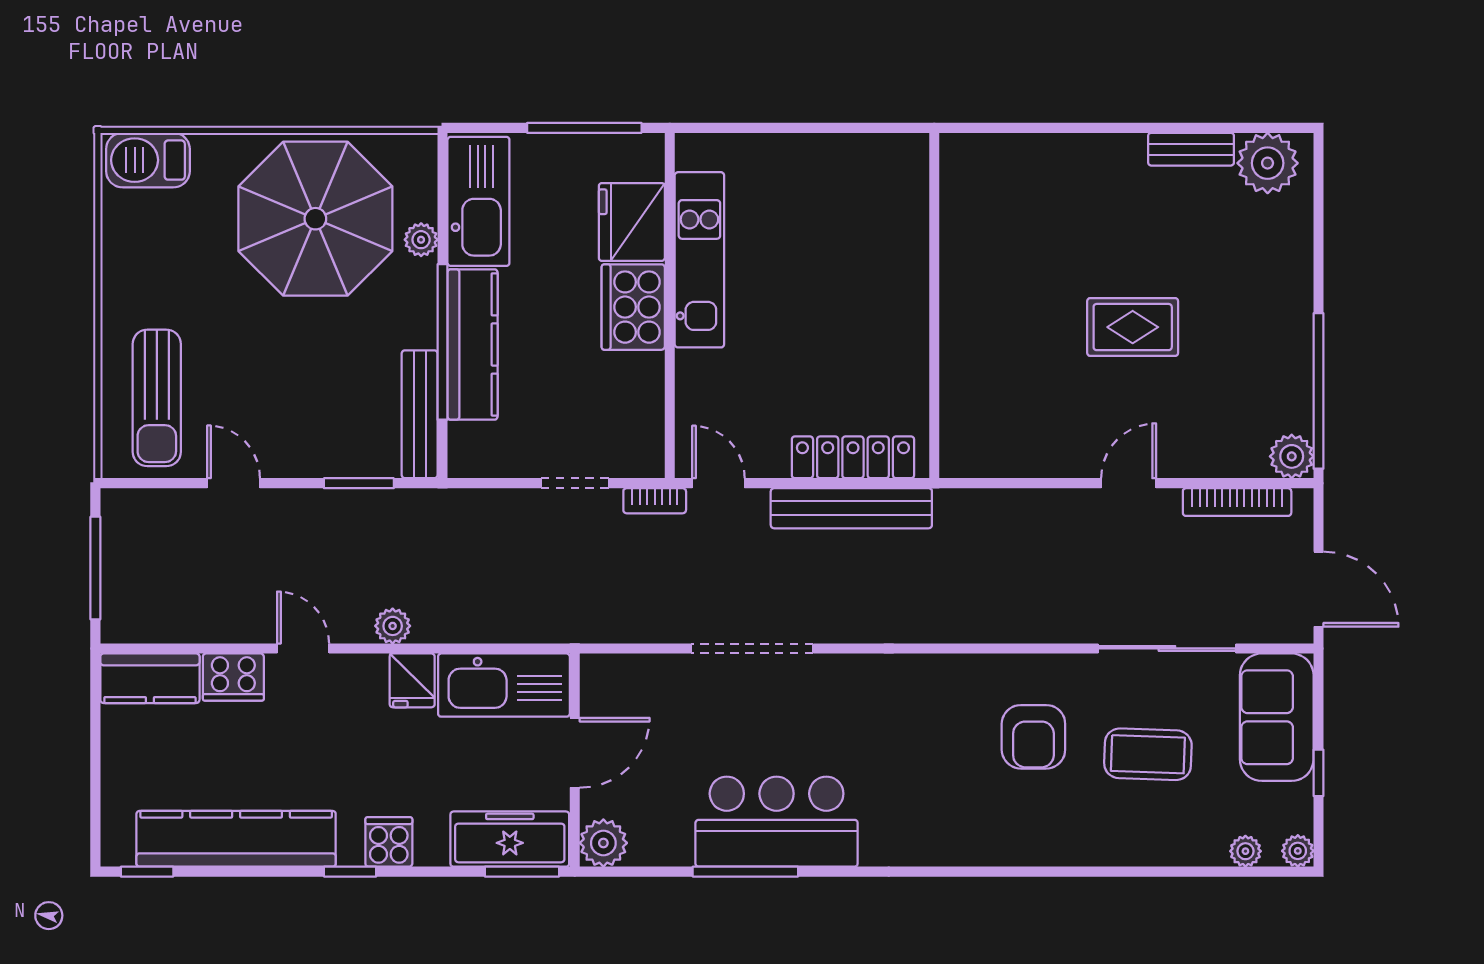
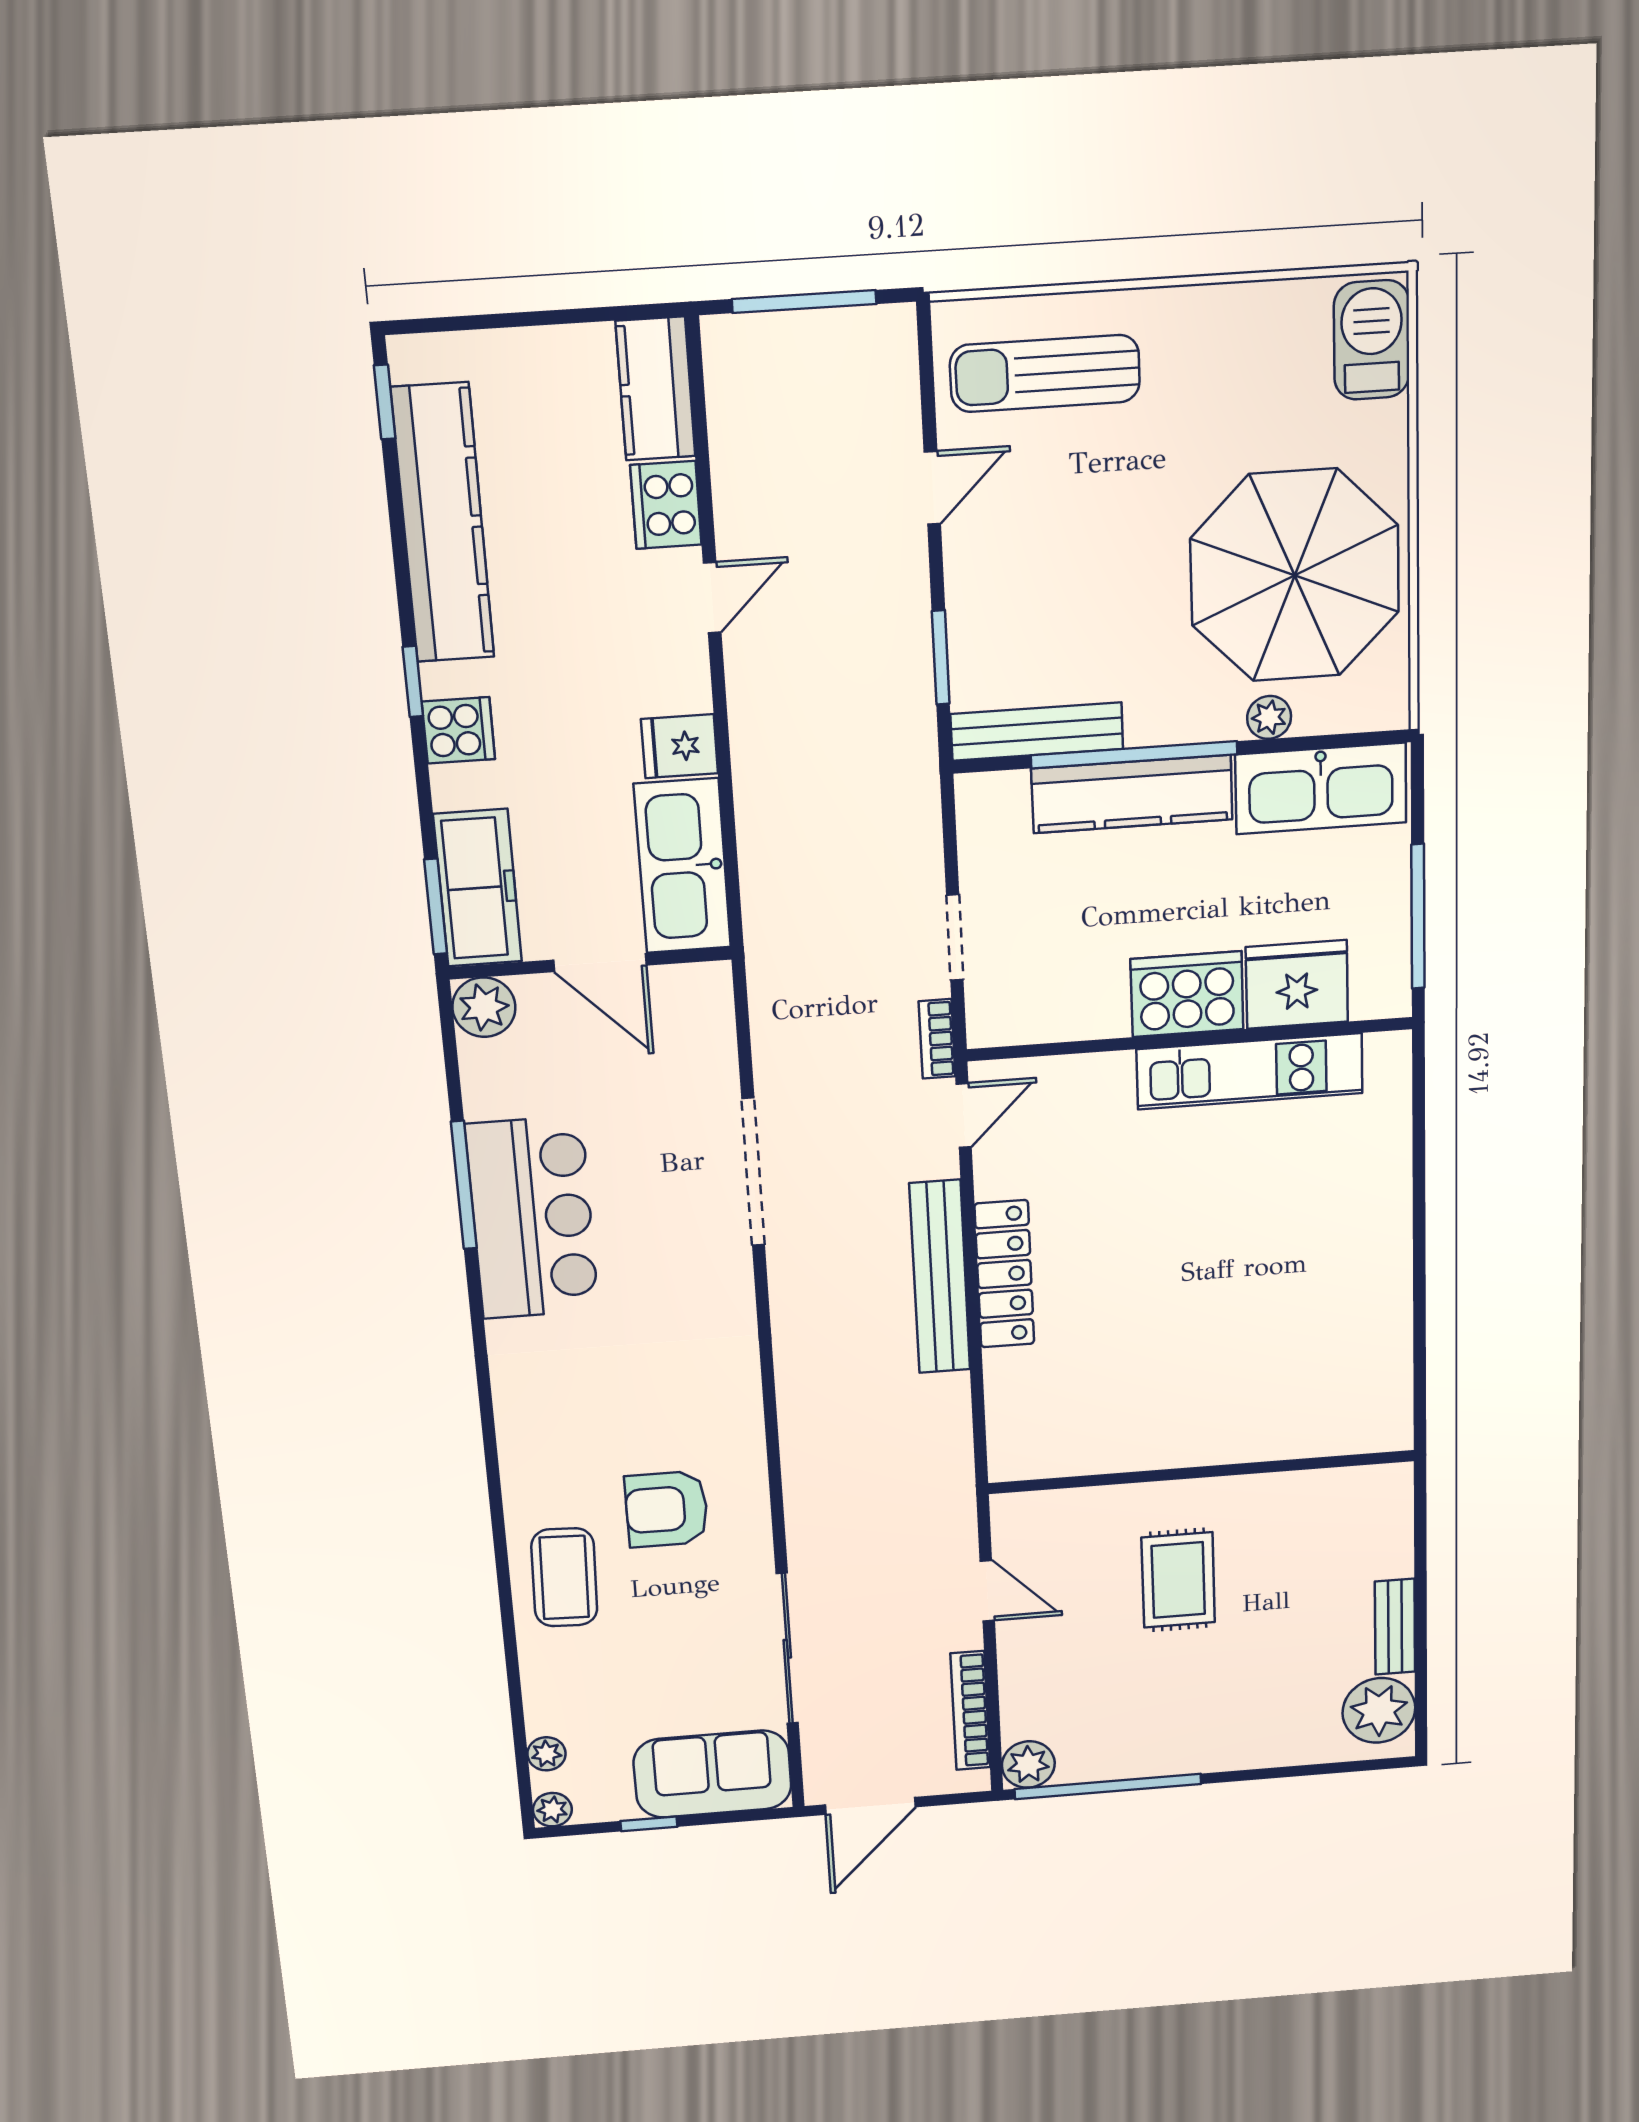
wall: (934, 306) -> (1202, 1472), moved
plant: (393, 626) -> (751, 715), removed
coffee table: (1148, 754) -> (564, 1577), moved

